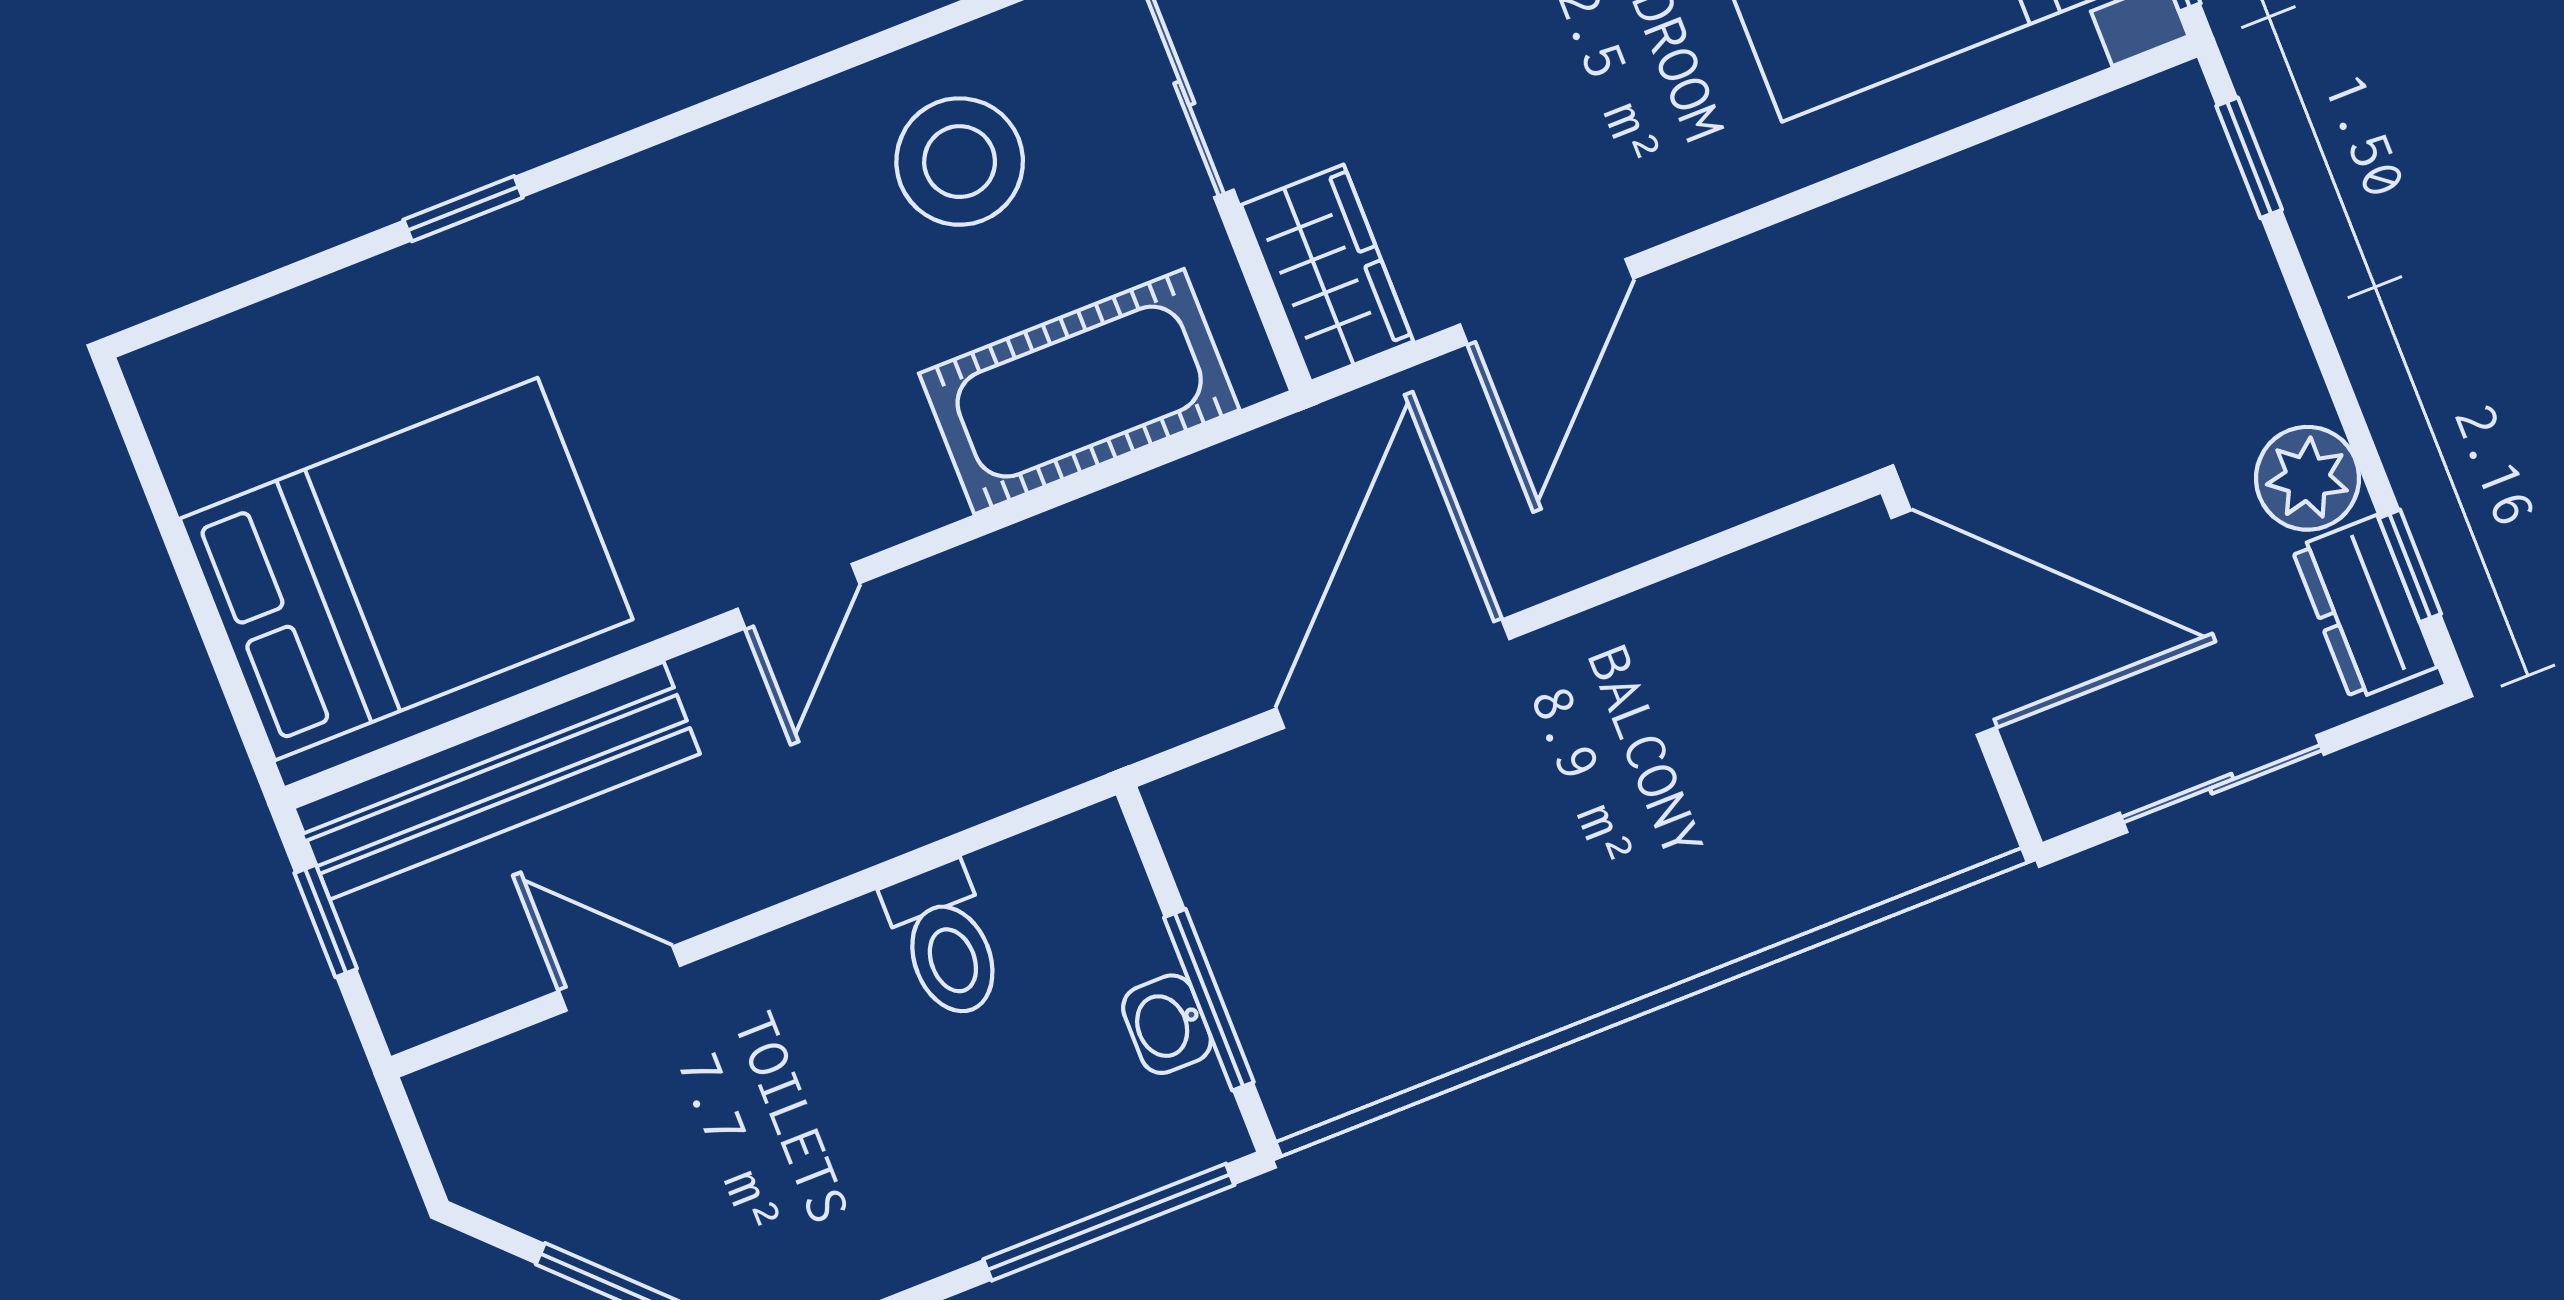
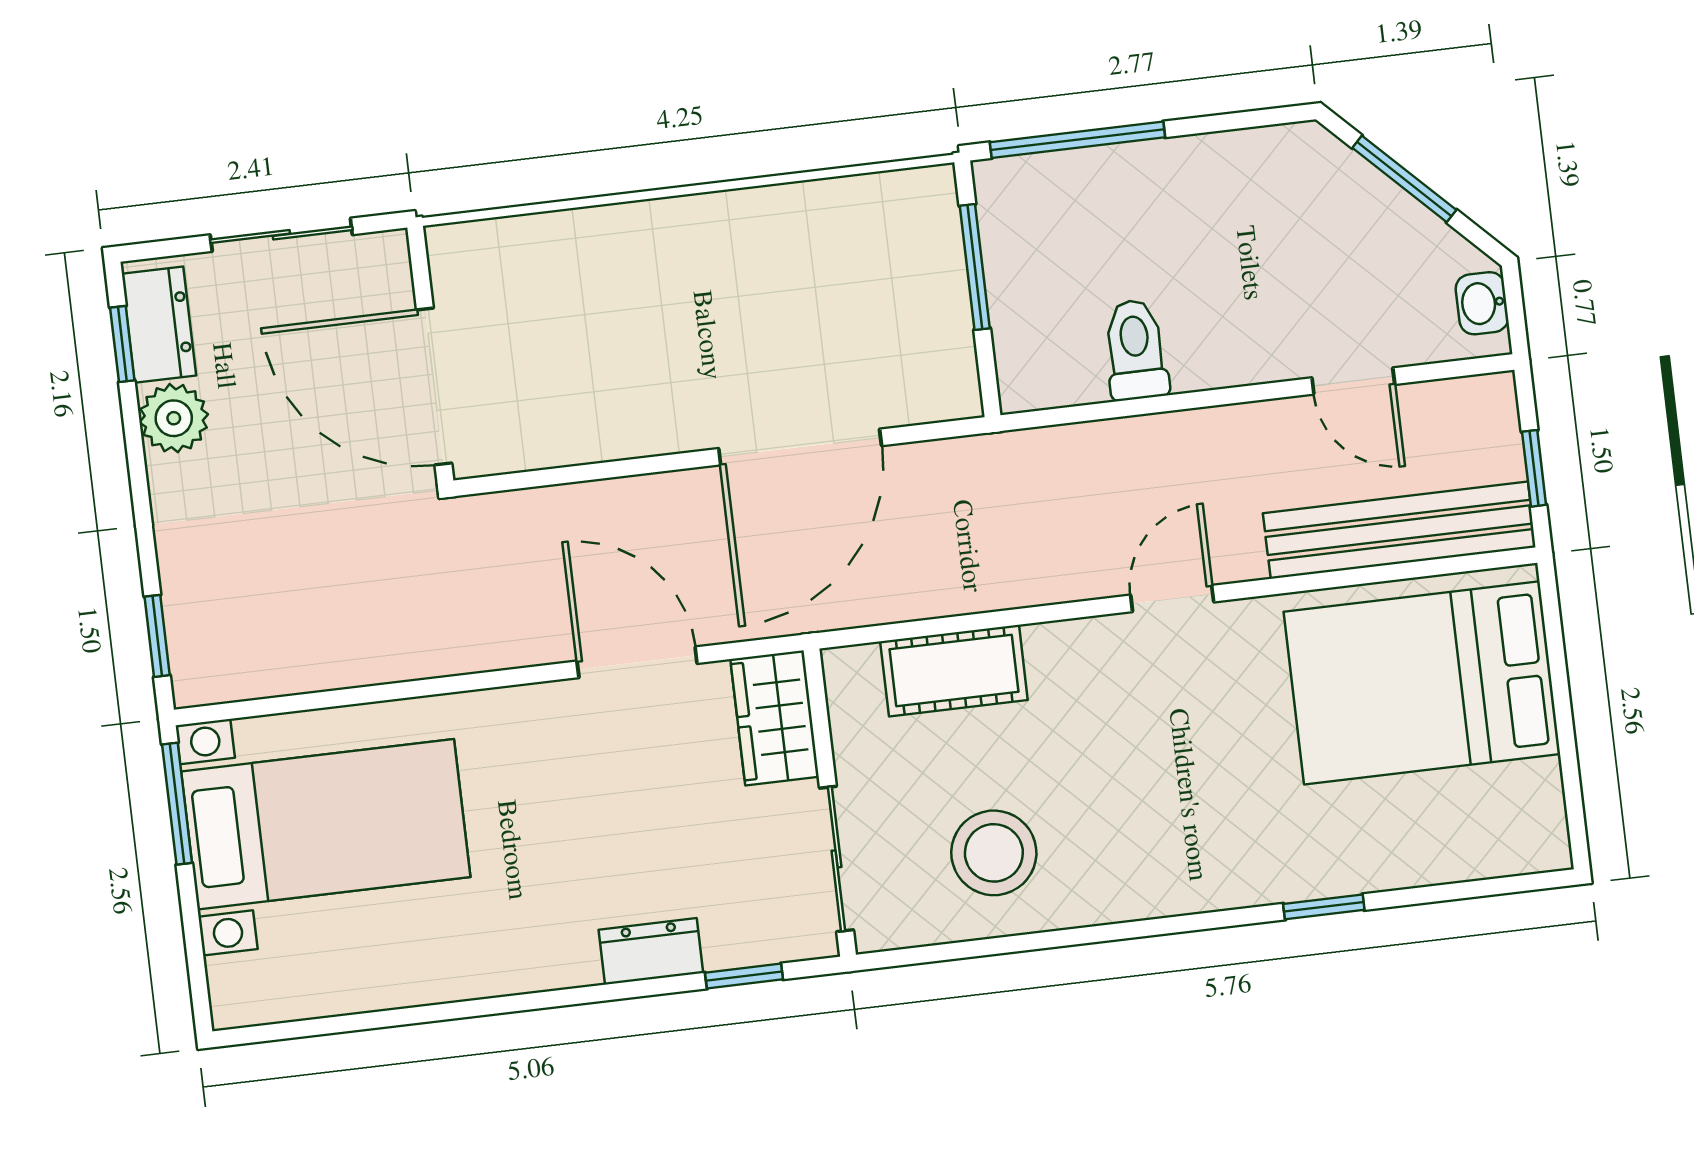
door: (1547, 301) -> (637, 662), hinge flipped
cot: (1079, 392) -> (954, 671), width x0.73, depth x0.75
washbasin: (1167, 1024) -> (1482, 303), moved, turned 180

